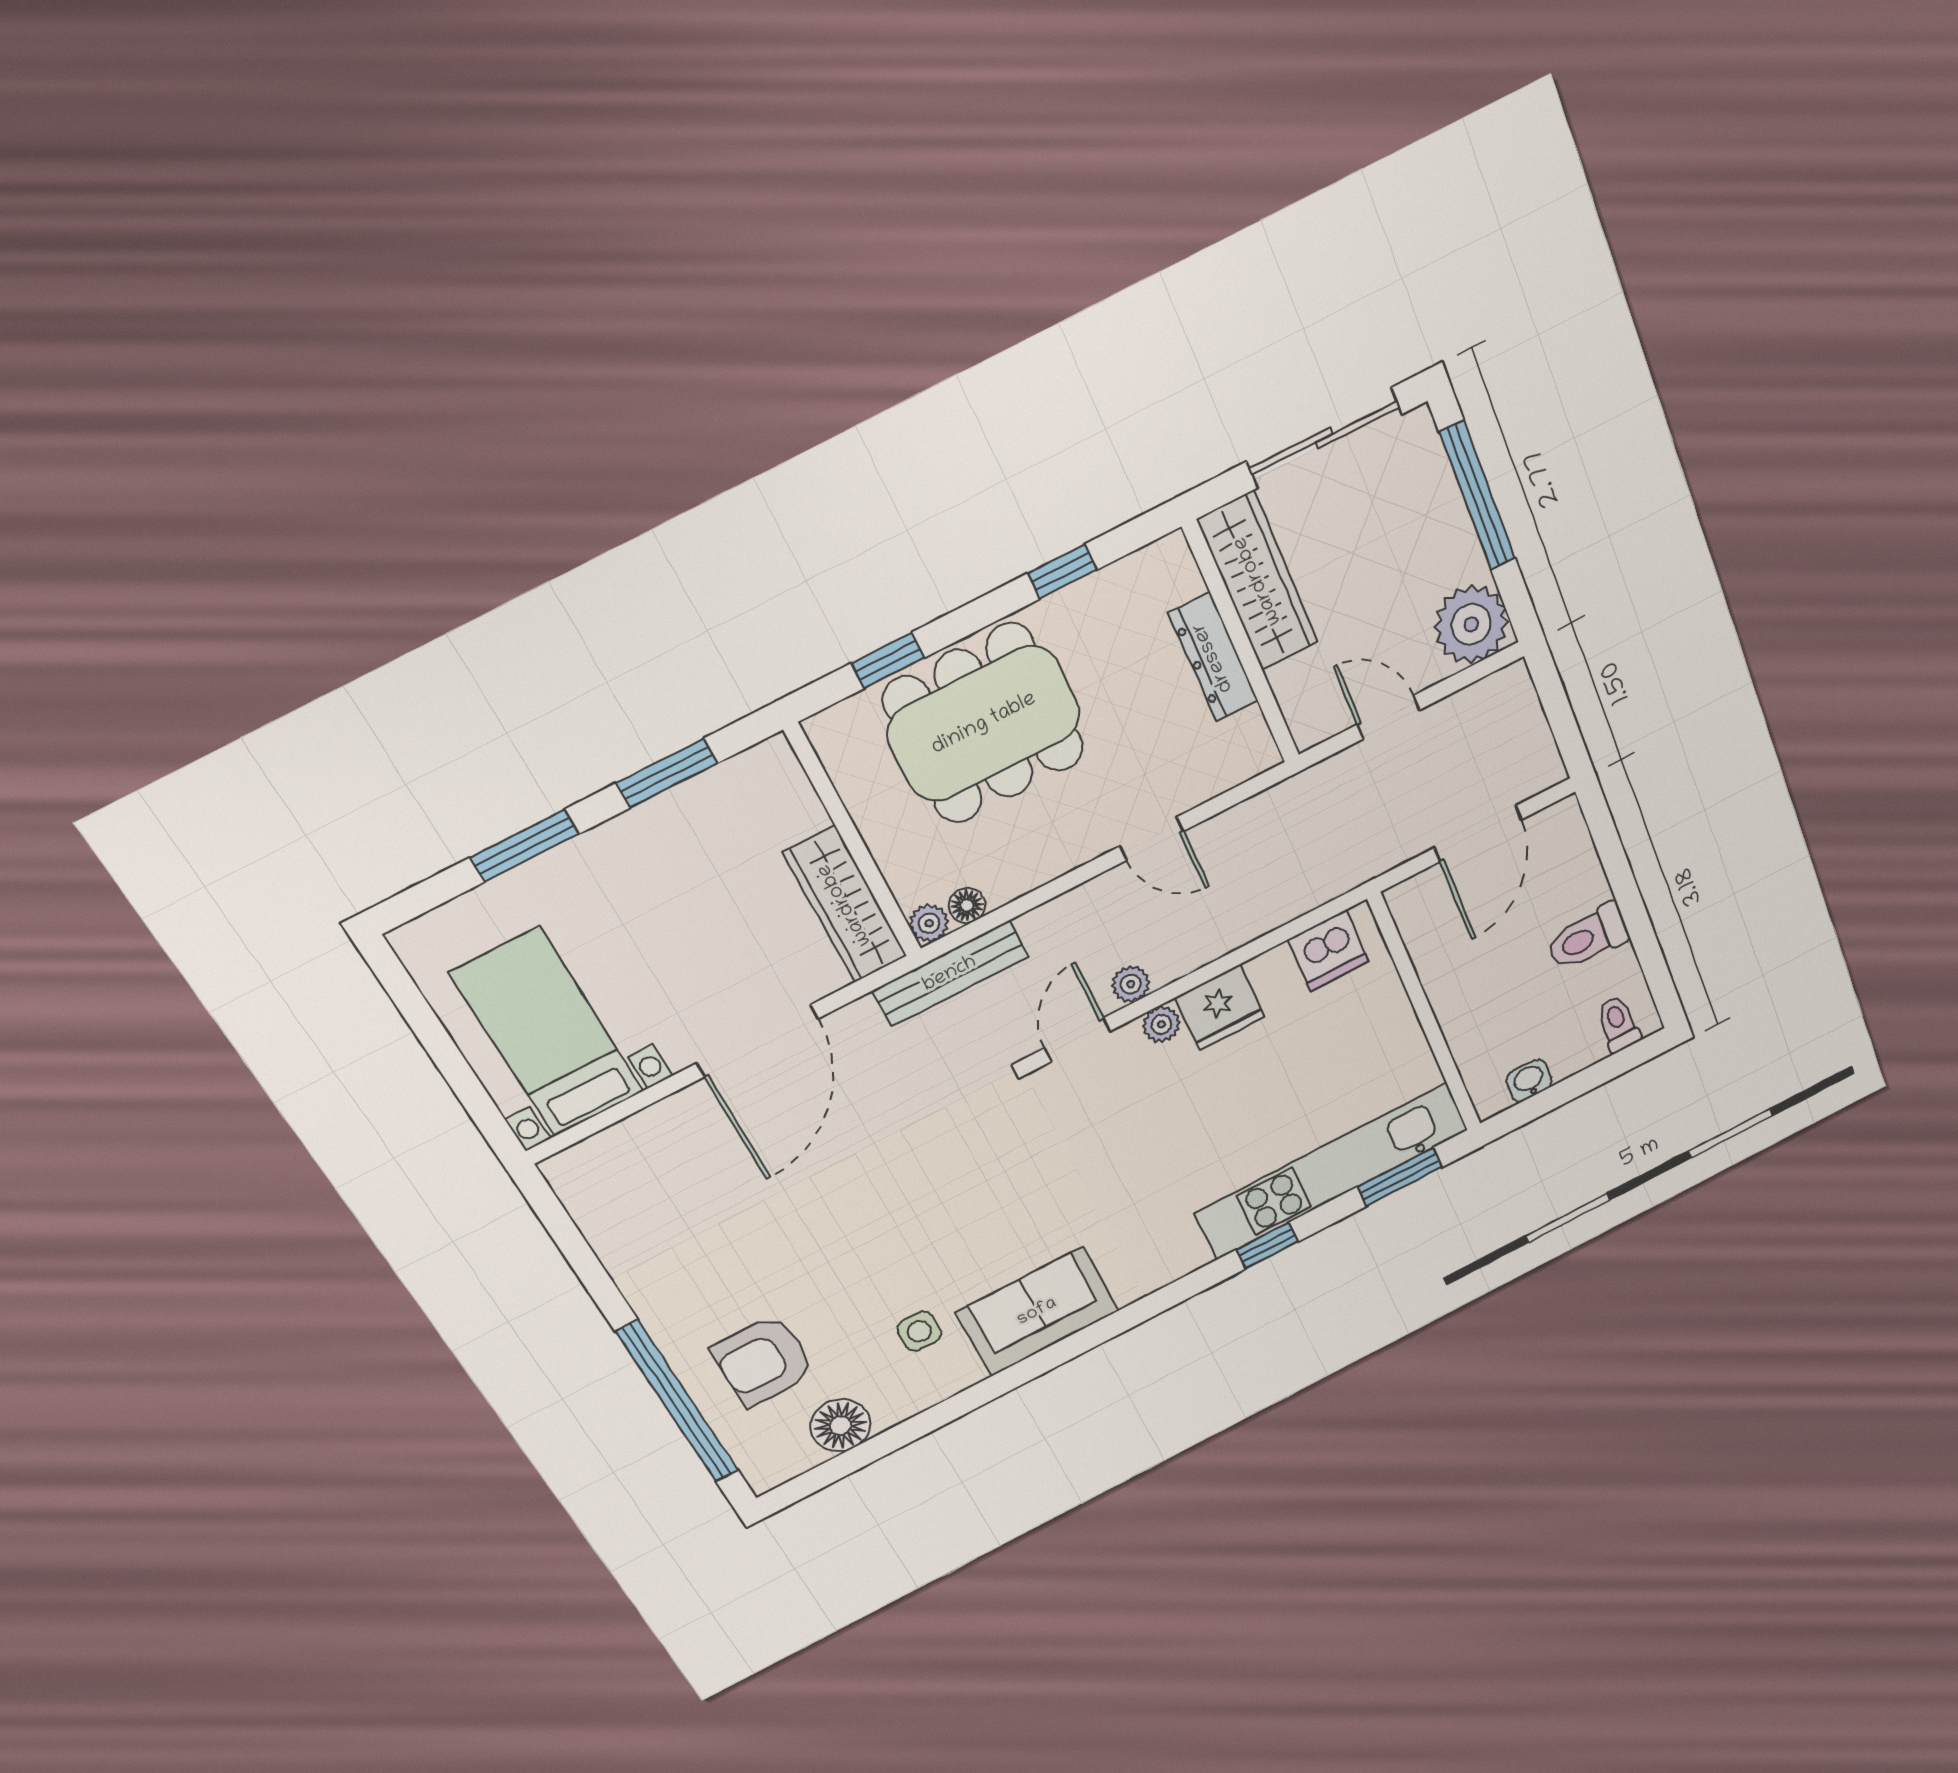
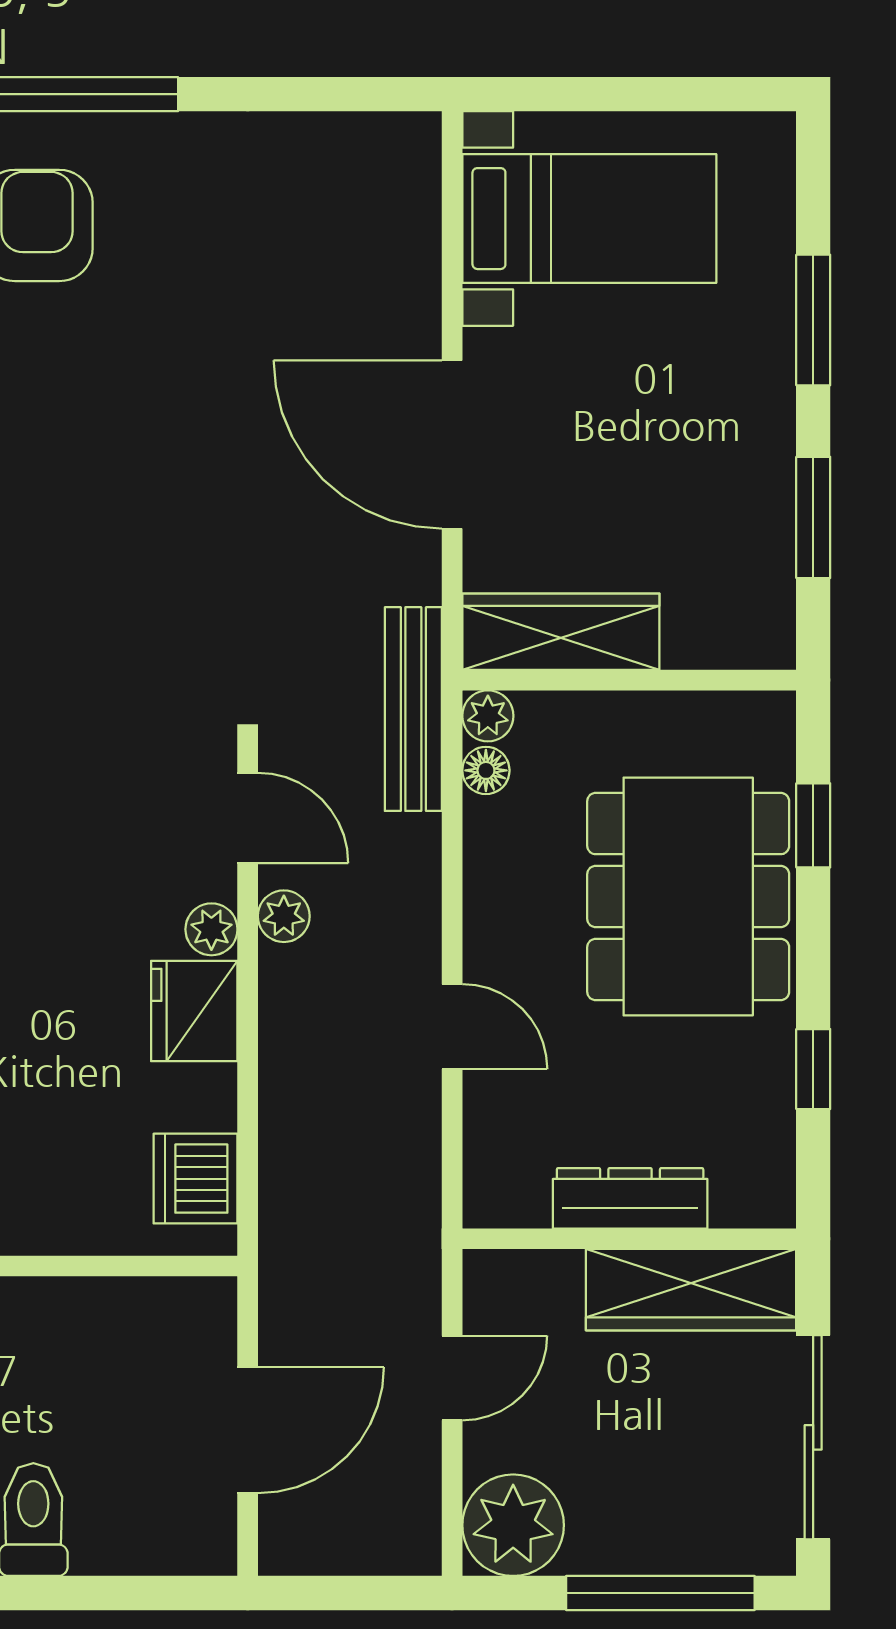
door: (1478, 834) -> (248, 1430), swing flipped
door: (1152, 839) -> (452, 1027), swing flipped

